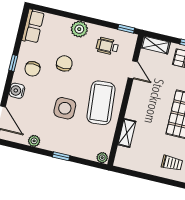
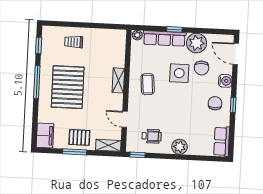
chair: (64, 63) -> (202, 68), moved
coffee table: (101, 103) -> (148, 84), width x0.54, depth x0.58
shelving: (127, 133) -> (118, 80), moved
plant: (34, 141) -> (197, 43), width x1.87, depth x1.87
row of seats: (74, 149) -> (164, 38), added

